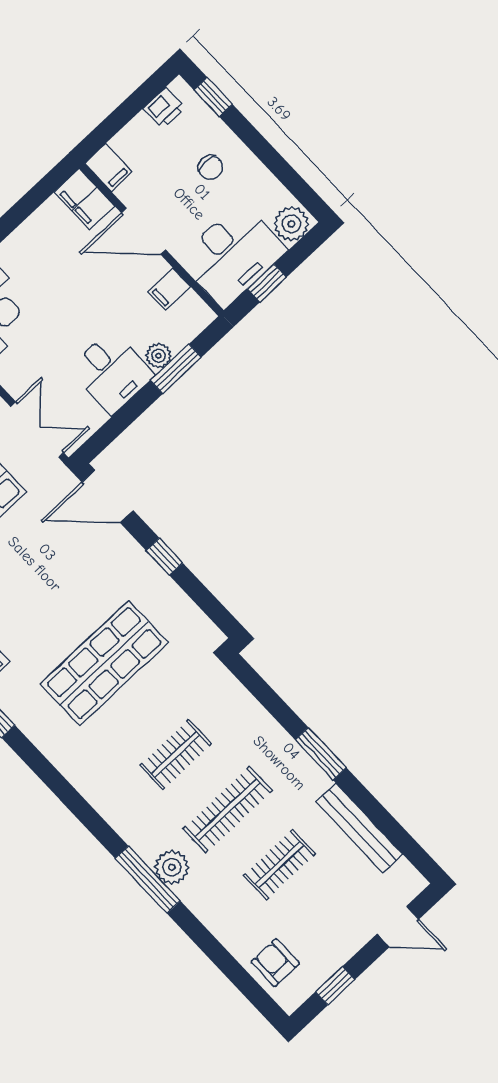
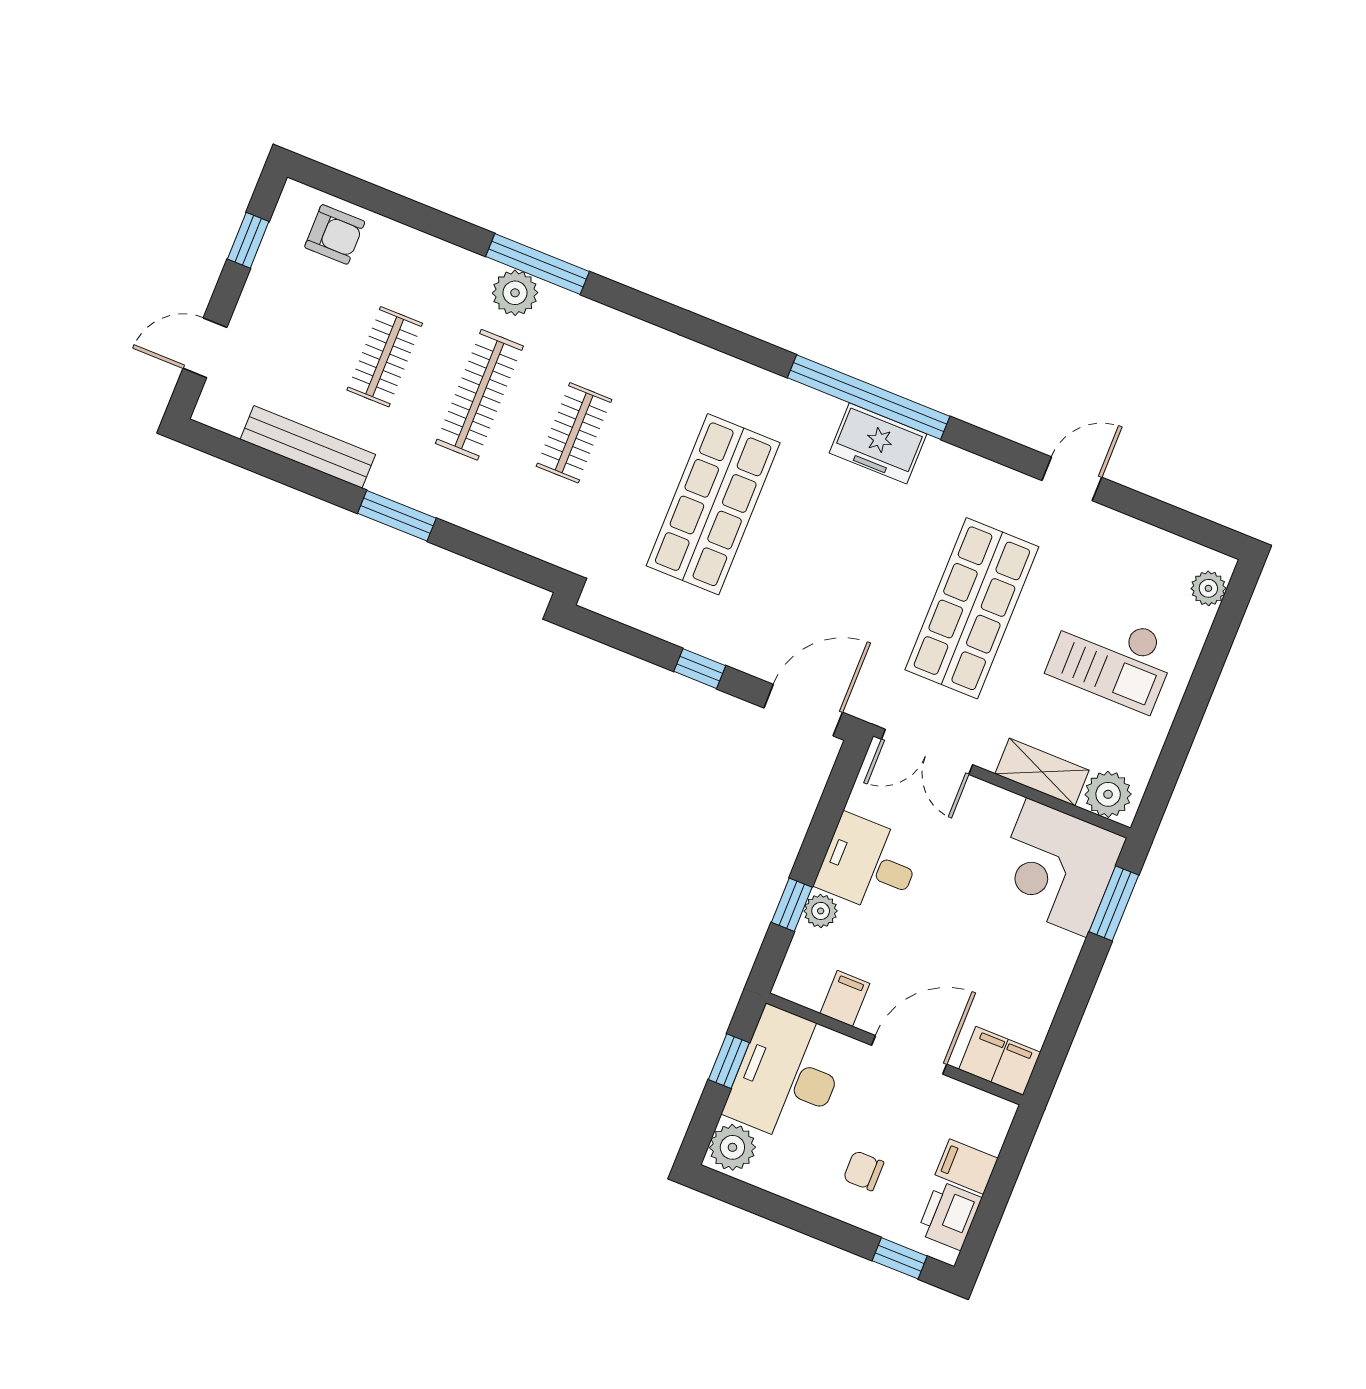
printer: (164, 108) -> (949, 1215), width x1.36, depth x1.24
filing cabinet: (108, 167) -> (967, 1167), moved
window: (176, 369) -> (792, 905), width x0.67

